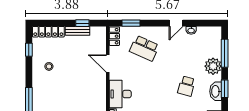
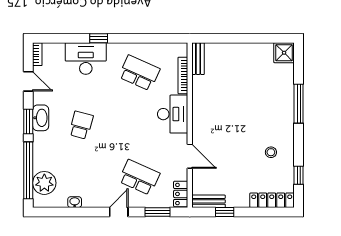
door: (176, 23) -> (119, 212), moved
bench: (78, 31) -> (209, 201), moved
window: (225, 53) -> (28, 170), width x1.46
plant: (213, 66) -> (44, 183), moved

